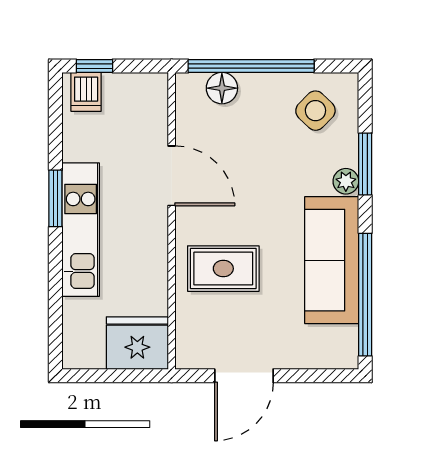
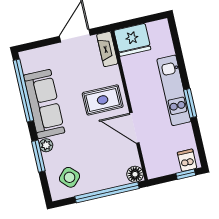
floor lamp: (222, 88) -> (135, 174), moved
rug: (223, 269) -> (103, 100), moved
fireplace: (189, 337) -> (107, 49), added

